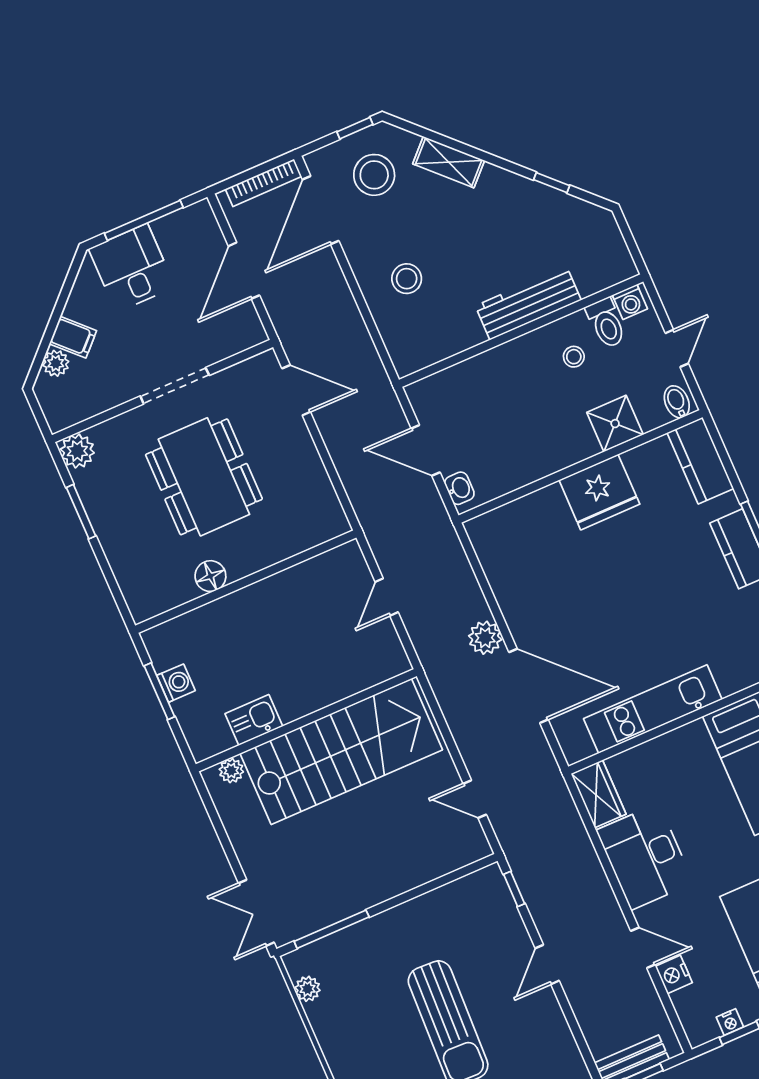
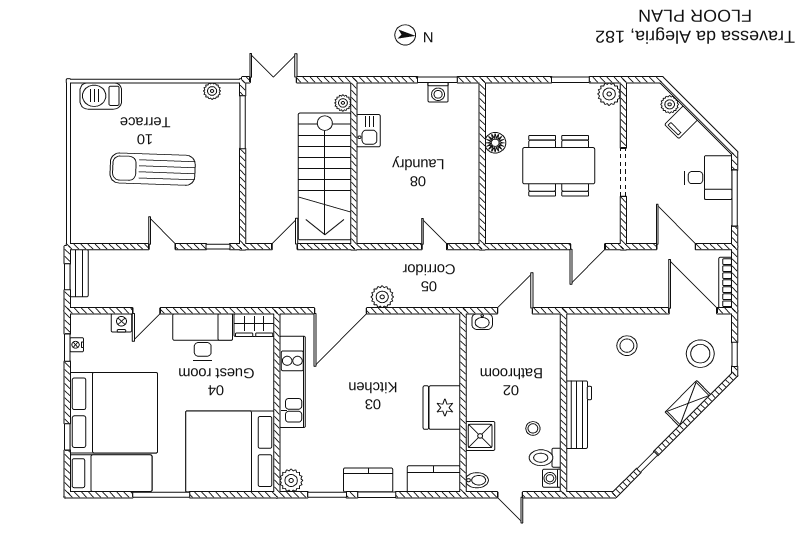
kitchen sink: (254, 720) -> (368, 131), moved
wall: (306, 720) -> (354, 163), moved
stairs: (341, 752) -> (325, 176), moved
plant: (231, 771) -> (343, 103), moved

